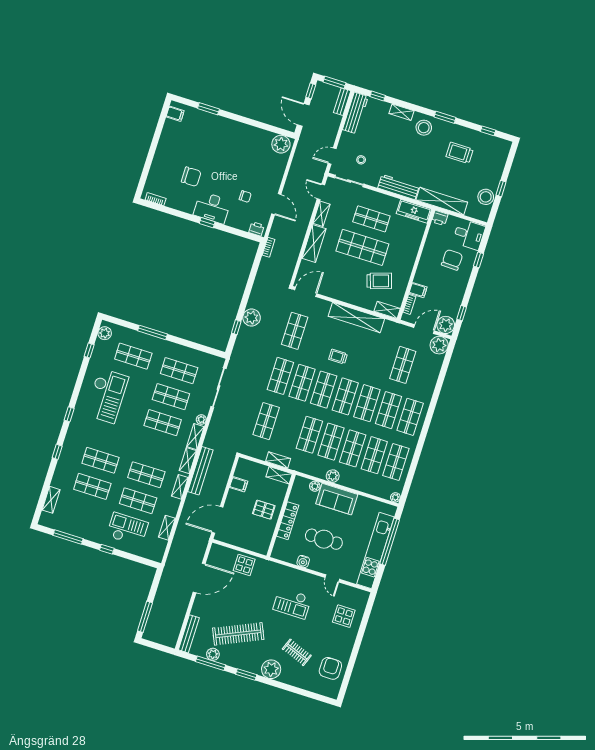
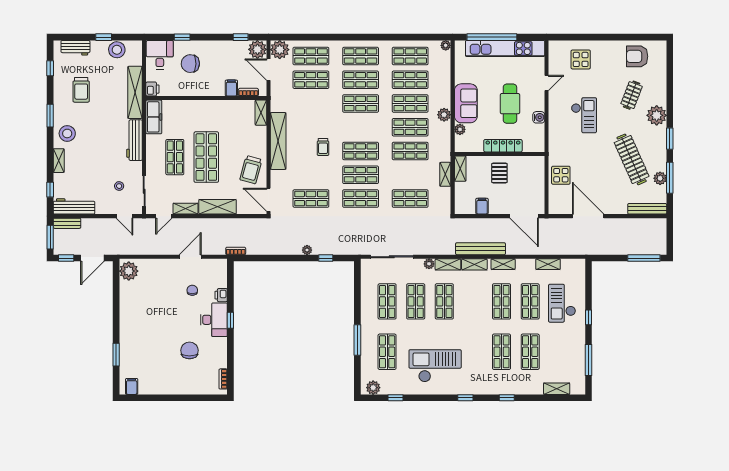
workbench: (499, 160) -> (75, 48), added
printer: (256, 229) -> (221, 295), moved
trolley: (379, 281) -> (251, 170), moved, turned -147
plant: (252, 318) -> (307, 250), width x0.53, depth x0.53
shop shelf: (345, 396) -> (311, 56), moved

